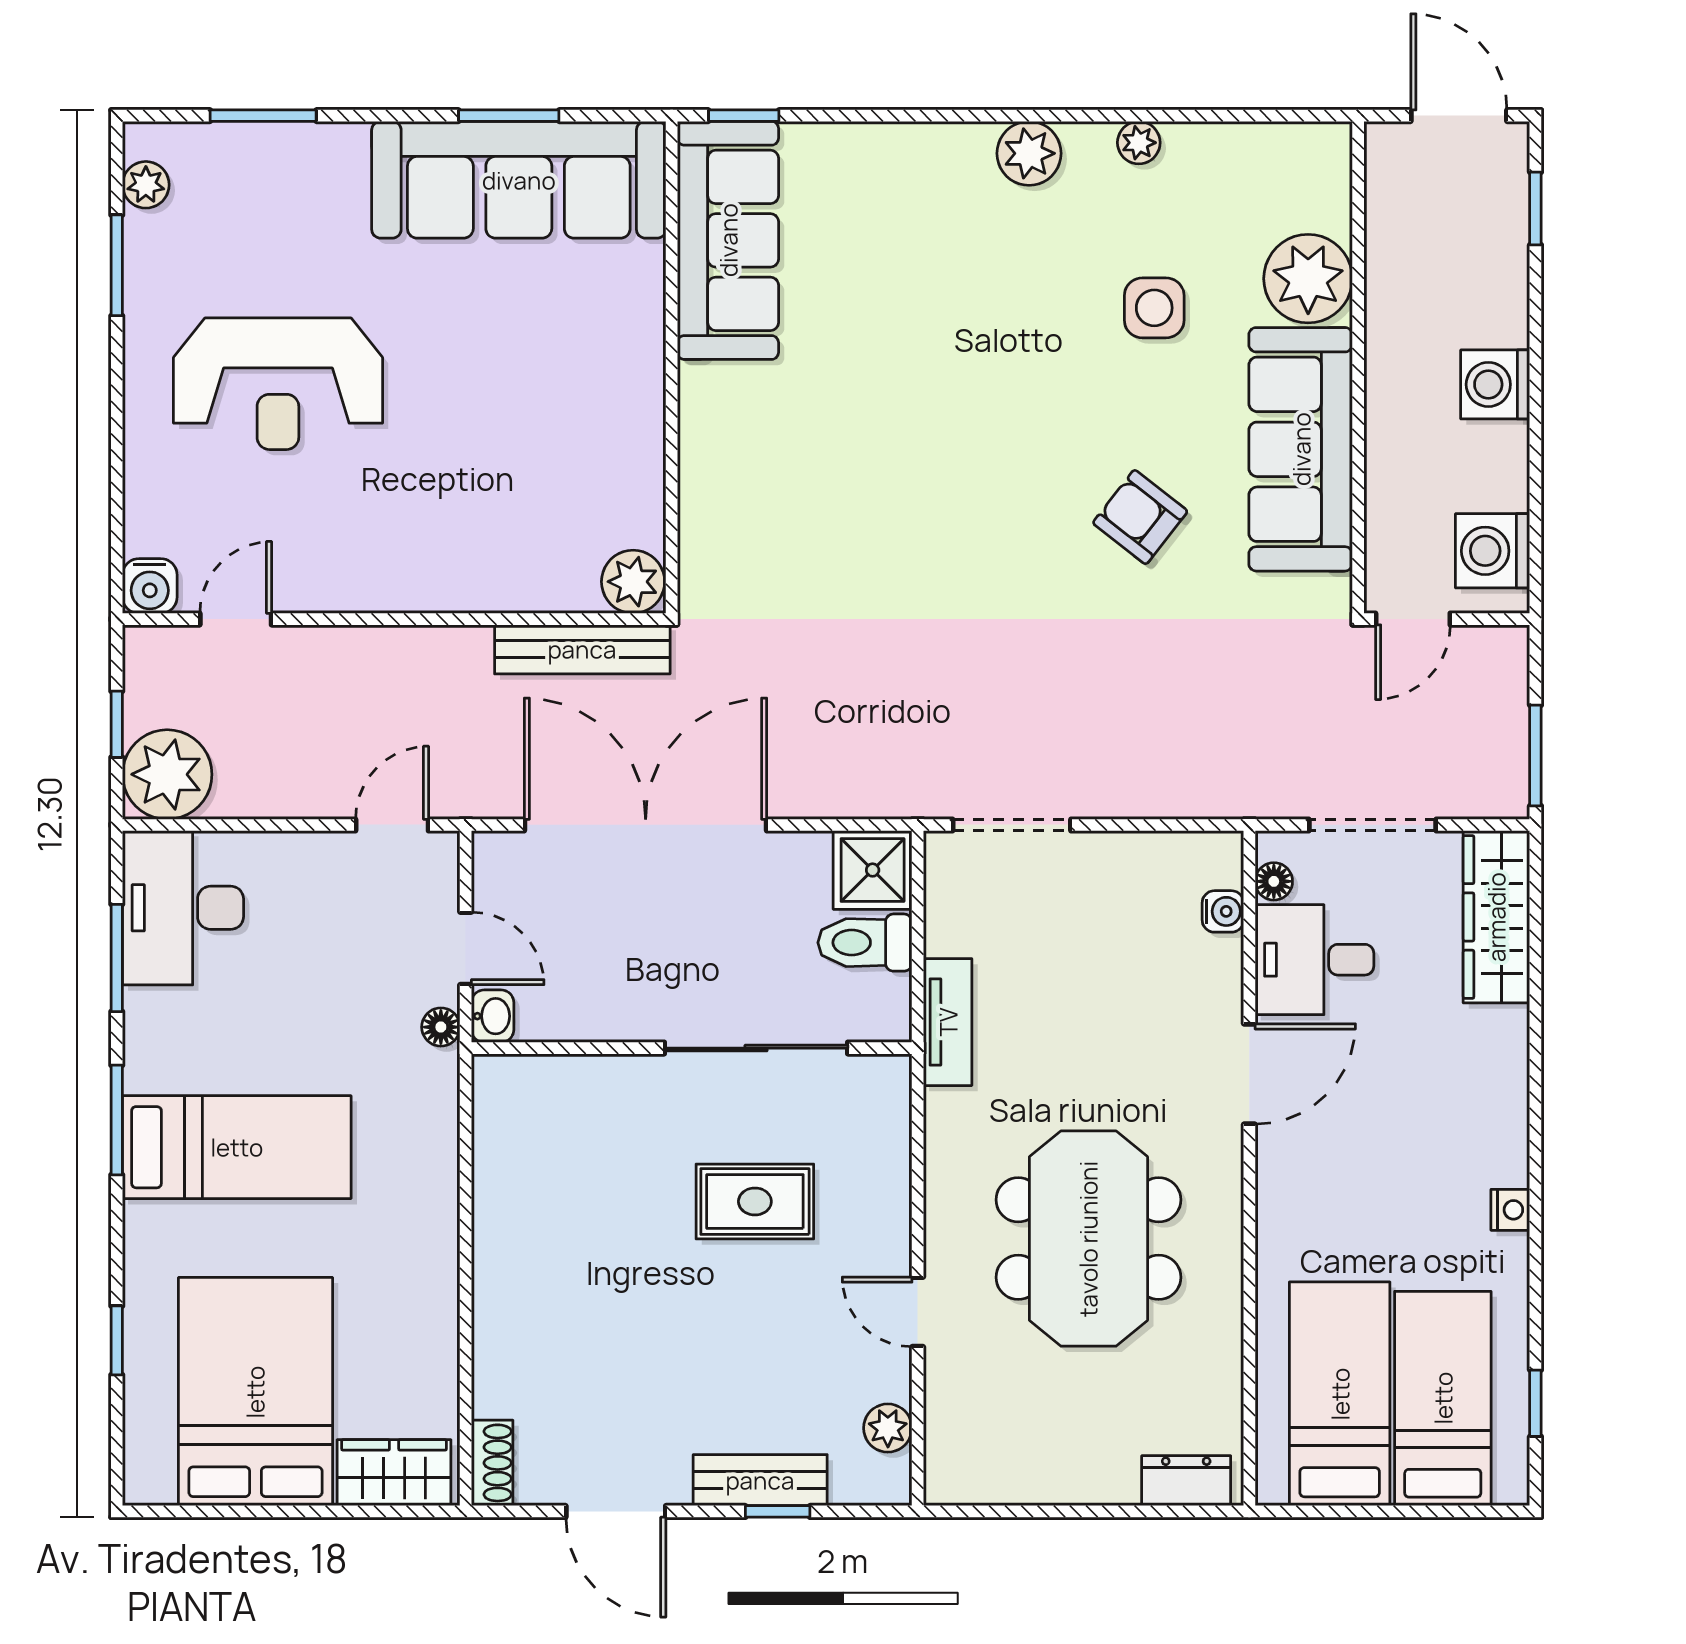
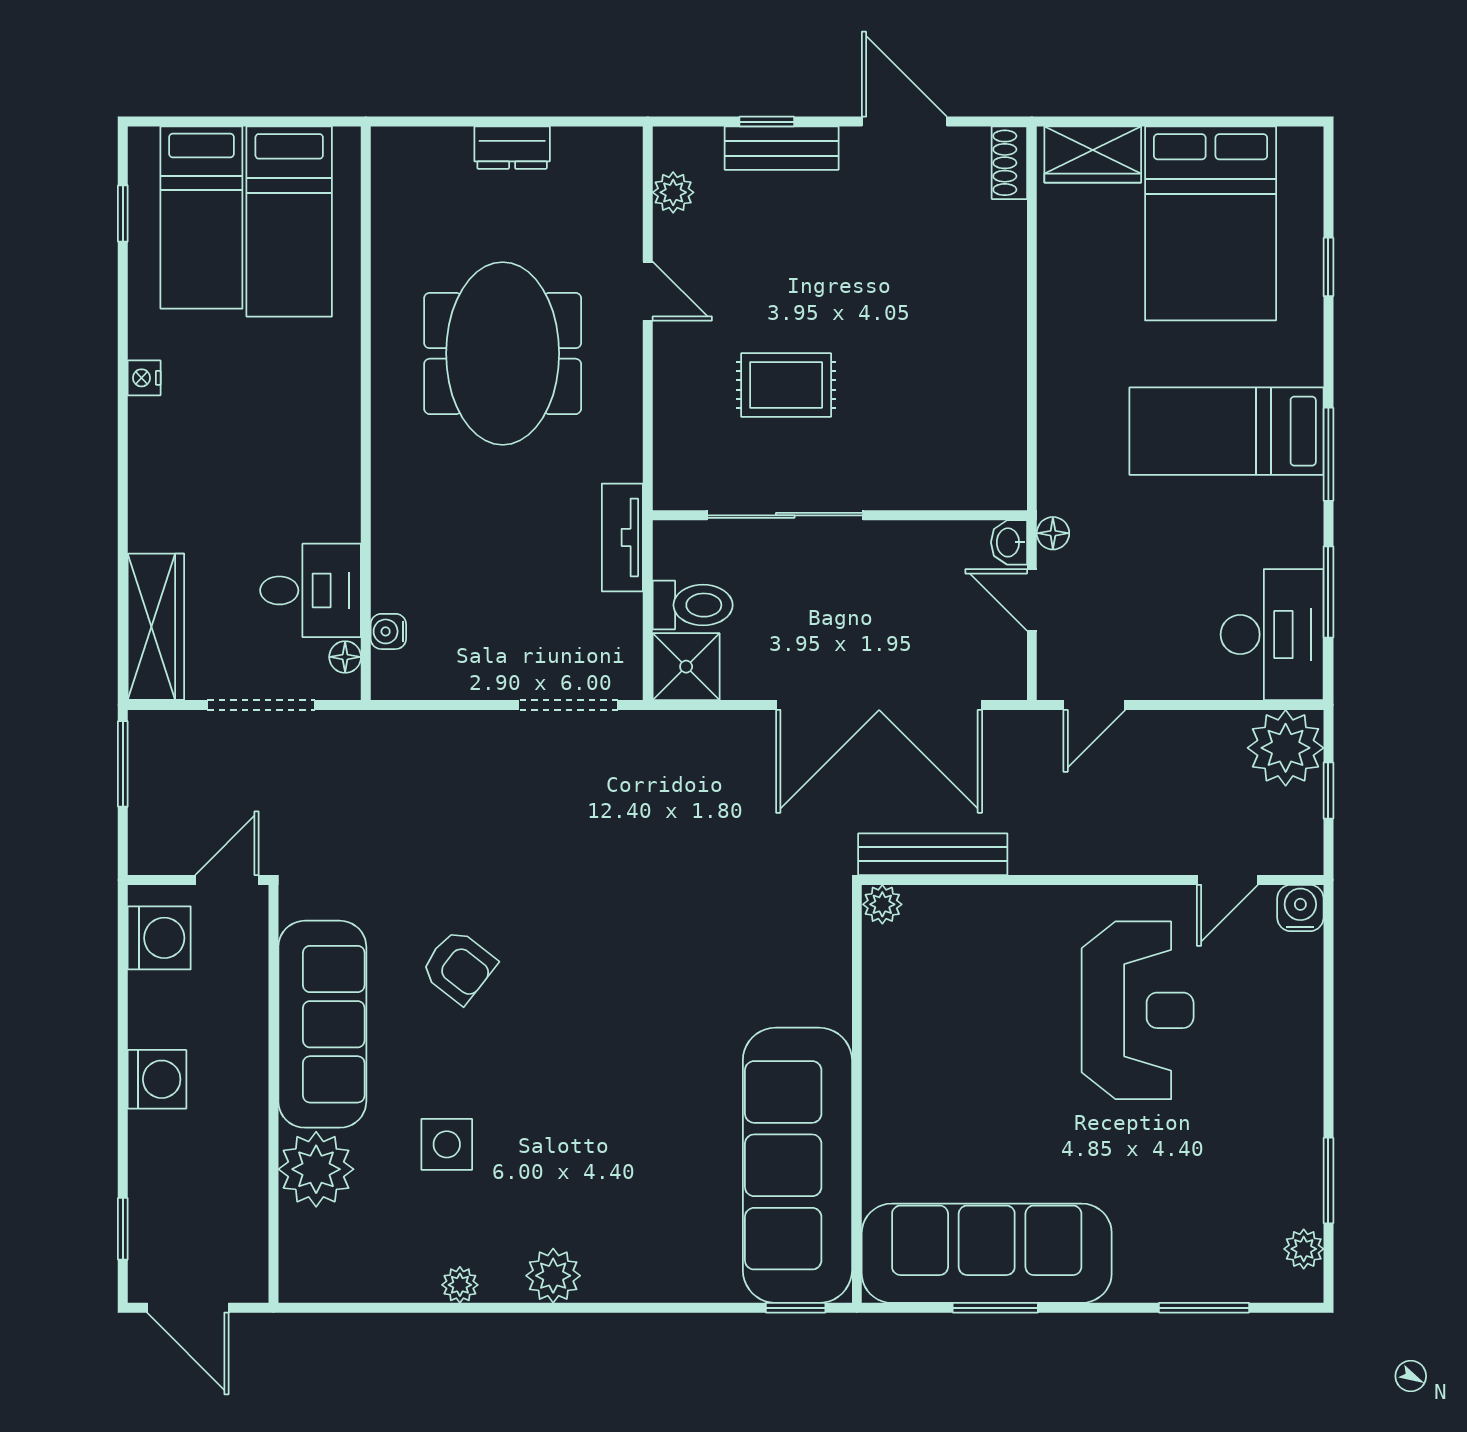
sofa: (728, 240) -> (797, 1165), width x1.36, depth x1.27
reception desk: (278, 384) -> (1138, 1010), moved, turned 90
plant: (633, 582) -> (882, 904), width x0.73, depth x0.73
door: (1249, 1074) -> (366, 493), removed
dresser: (1186, 1481) -> (512, 148), moved

